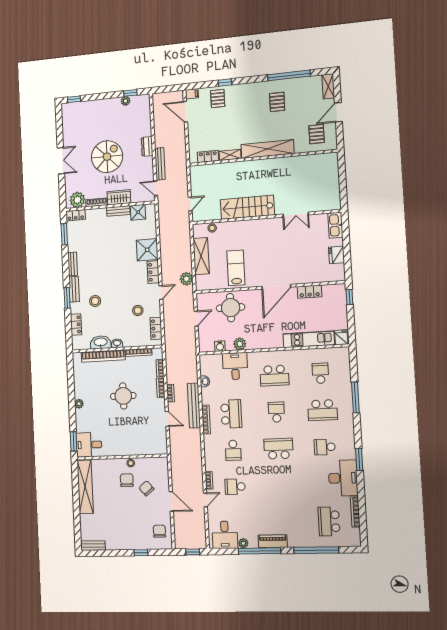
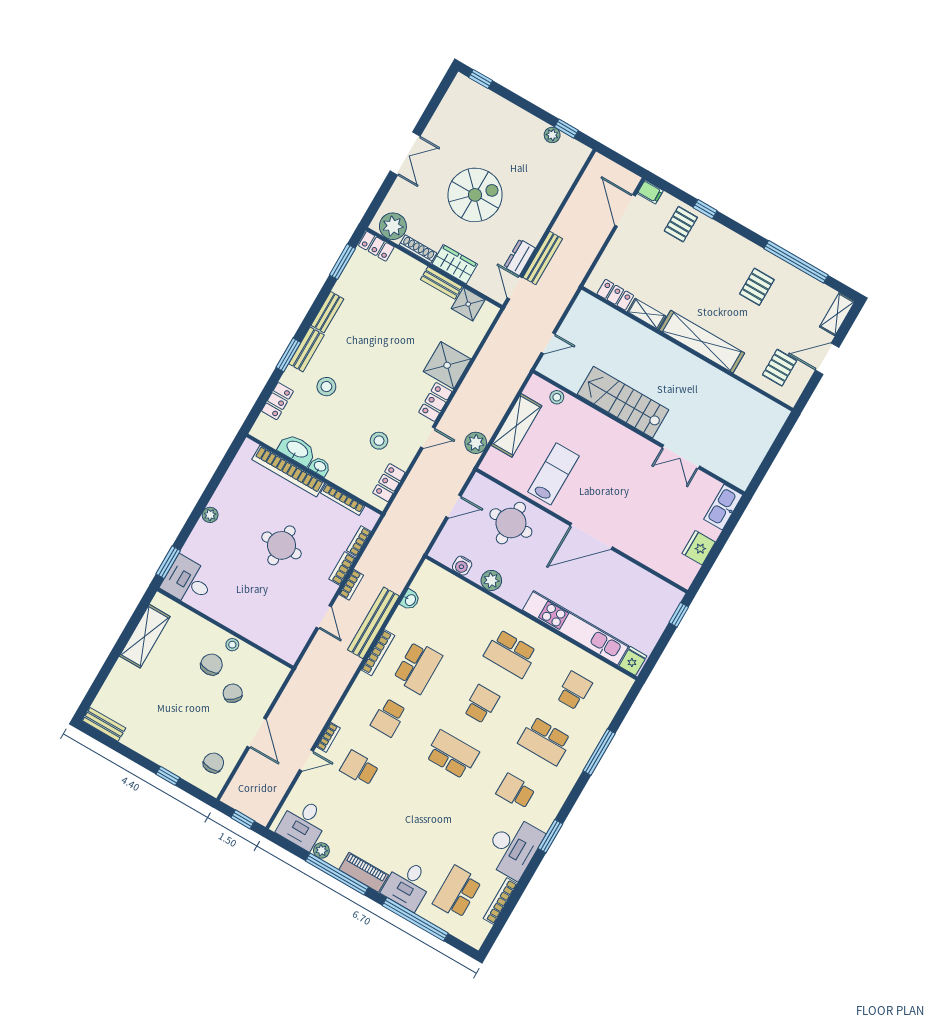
dresser: (147, 146) -> (520, 257), moved
locker: (310, 292) -> (631, 573), removed
kitchen unit: (309, 339) -> (576, 628), width x1.36
desk: (235, 366) -> (408, 885), moved, turned 180
shelving: (85, 487) -> (145, 636), width x0.68

